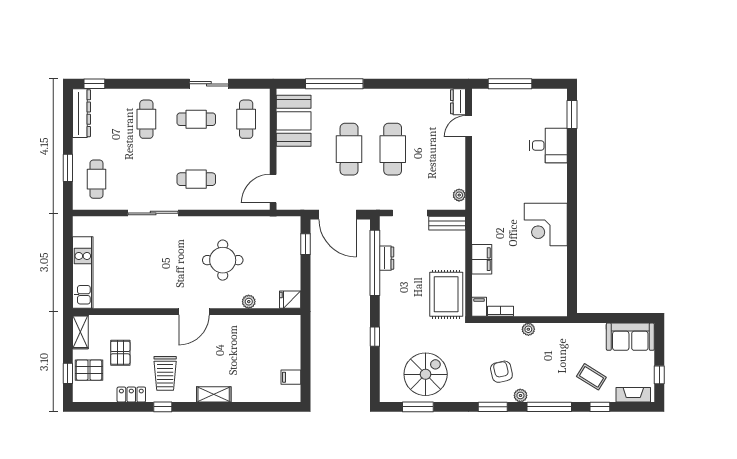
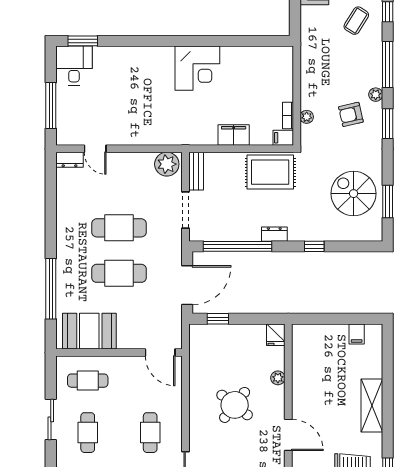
desk: (548, 145) -> (74, 66), moved
plant: (459, 195) -> (167, 164), width x1.88, depth x1.88
dresser: (387, 258) -> (274, 234), moved
round table: (223, 260) -> (235, 405), turned 38
plant: (528, 329) -> (307, 117), moved
shelving: (214, 394) -> (372, 405), width x1.50, depth x1.33

